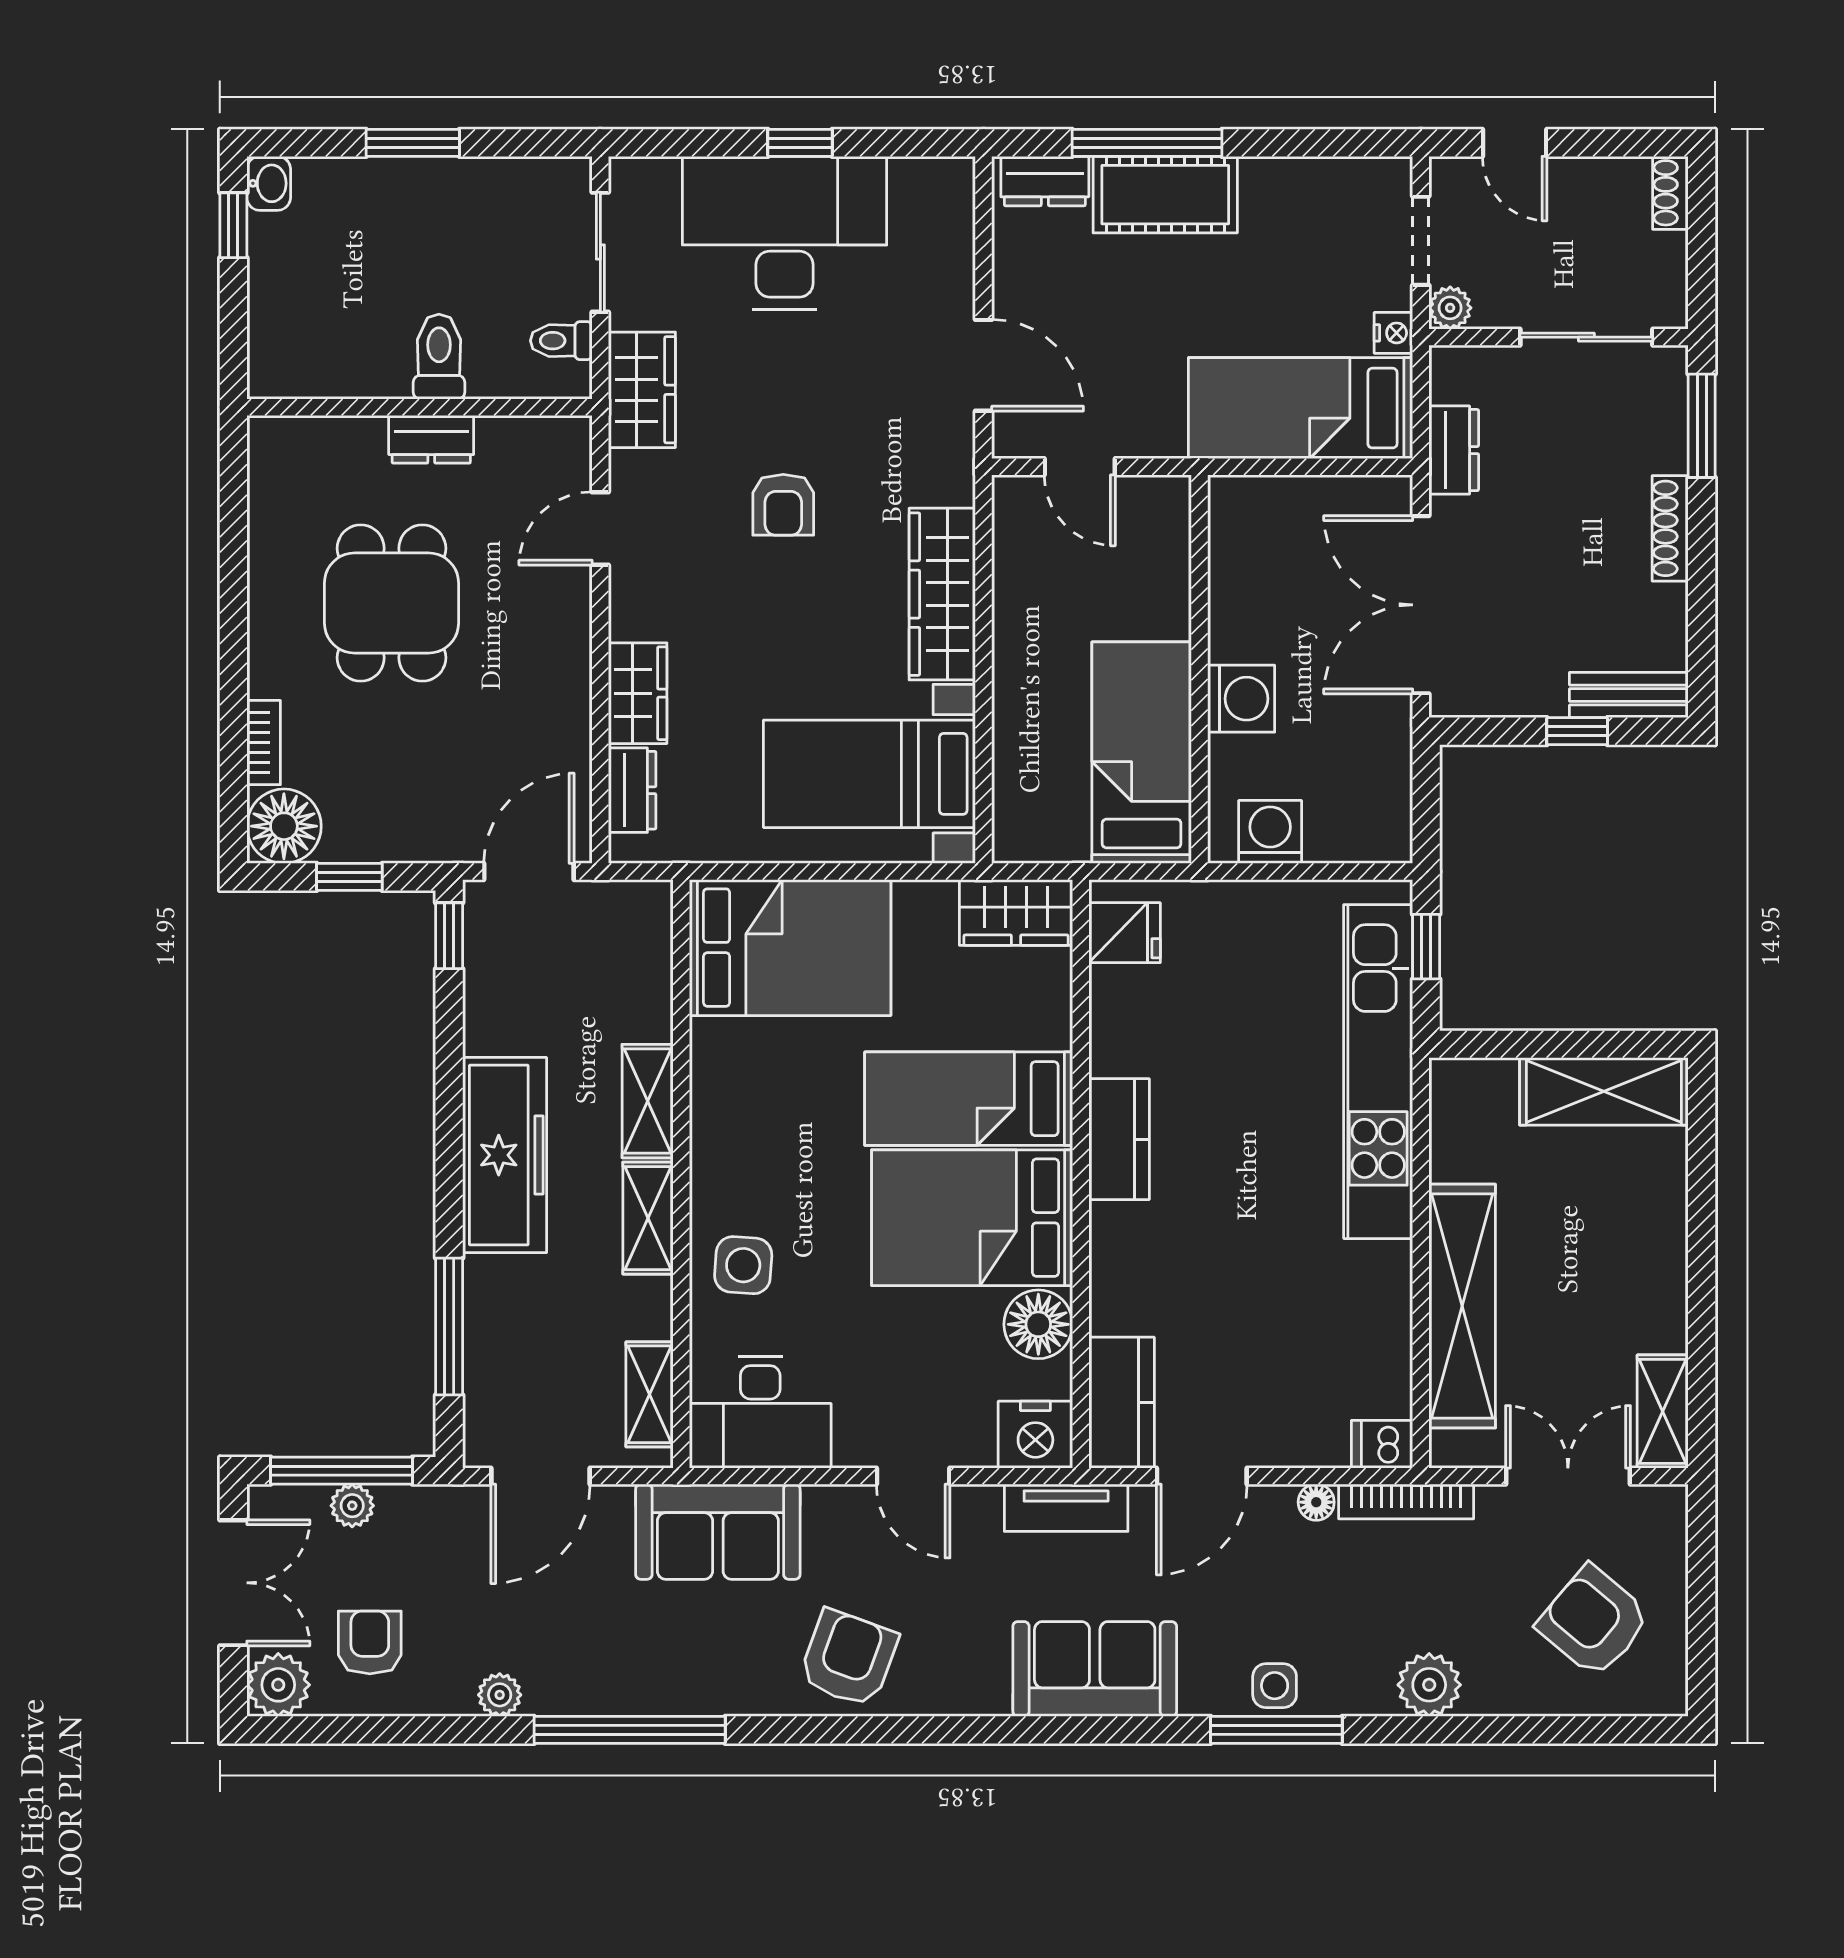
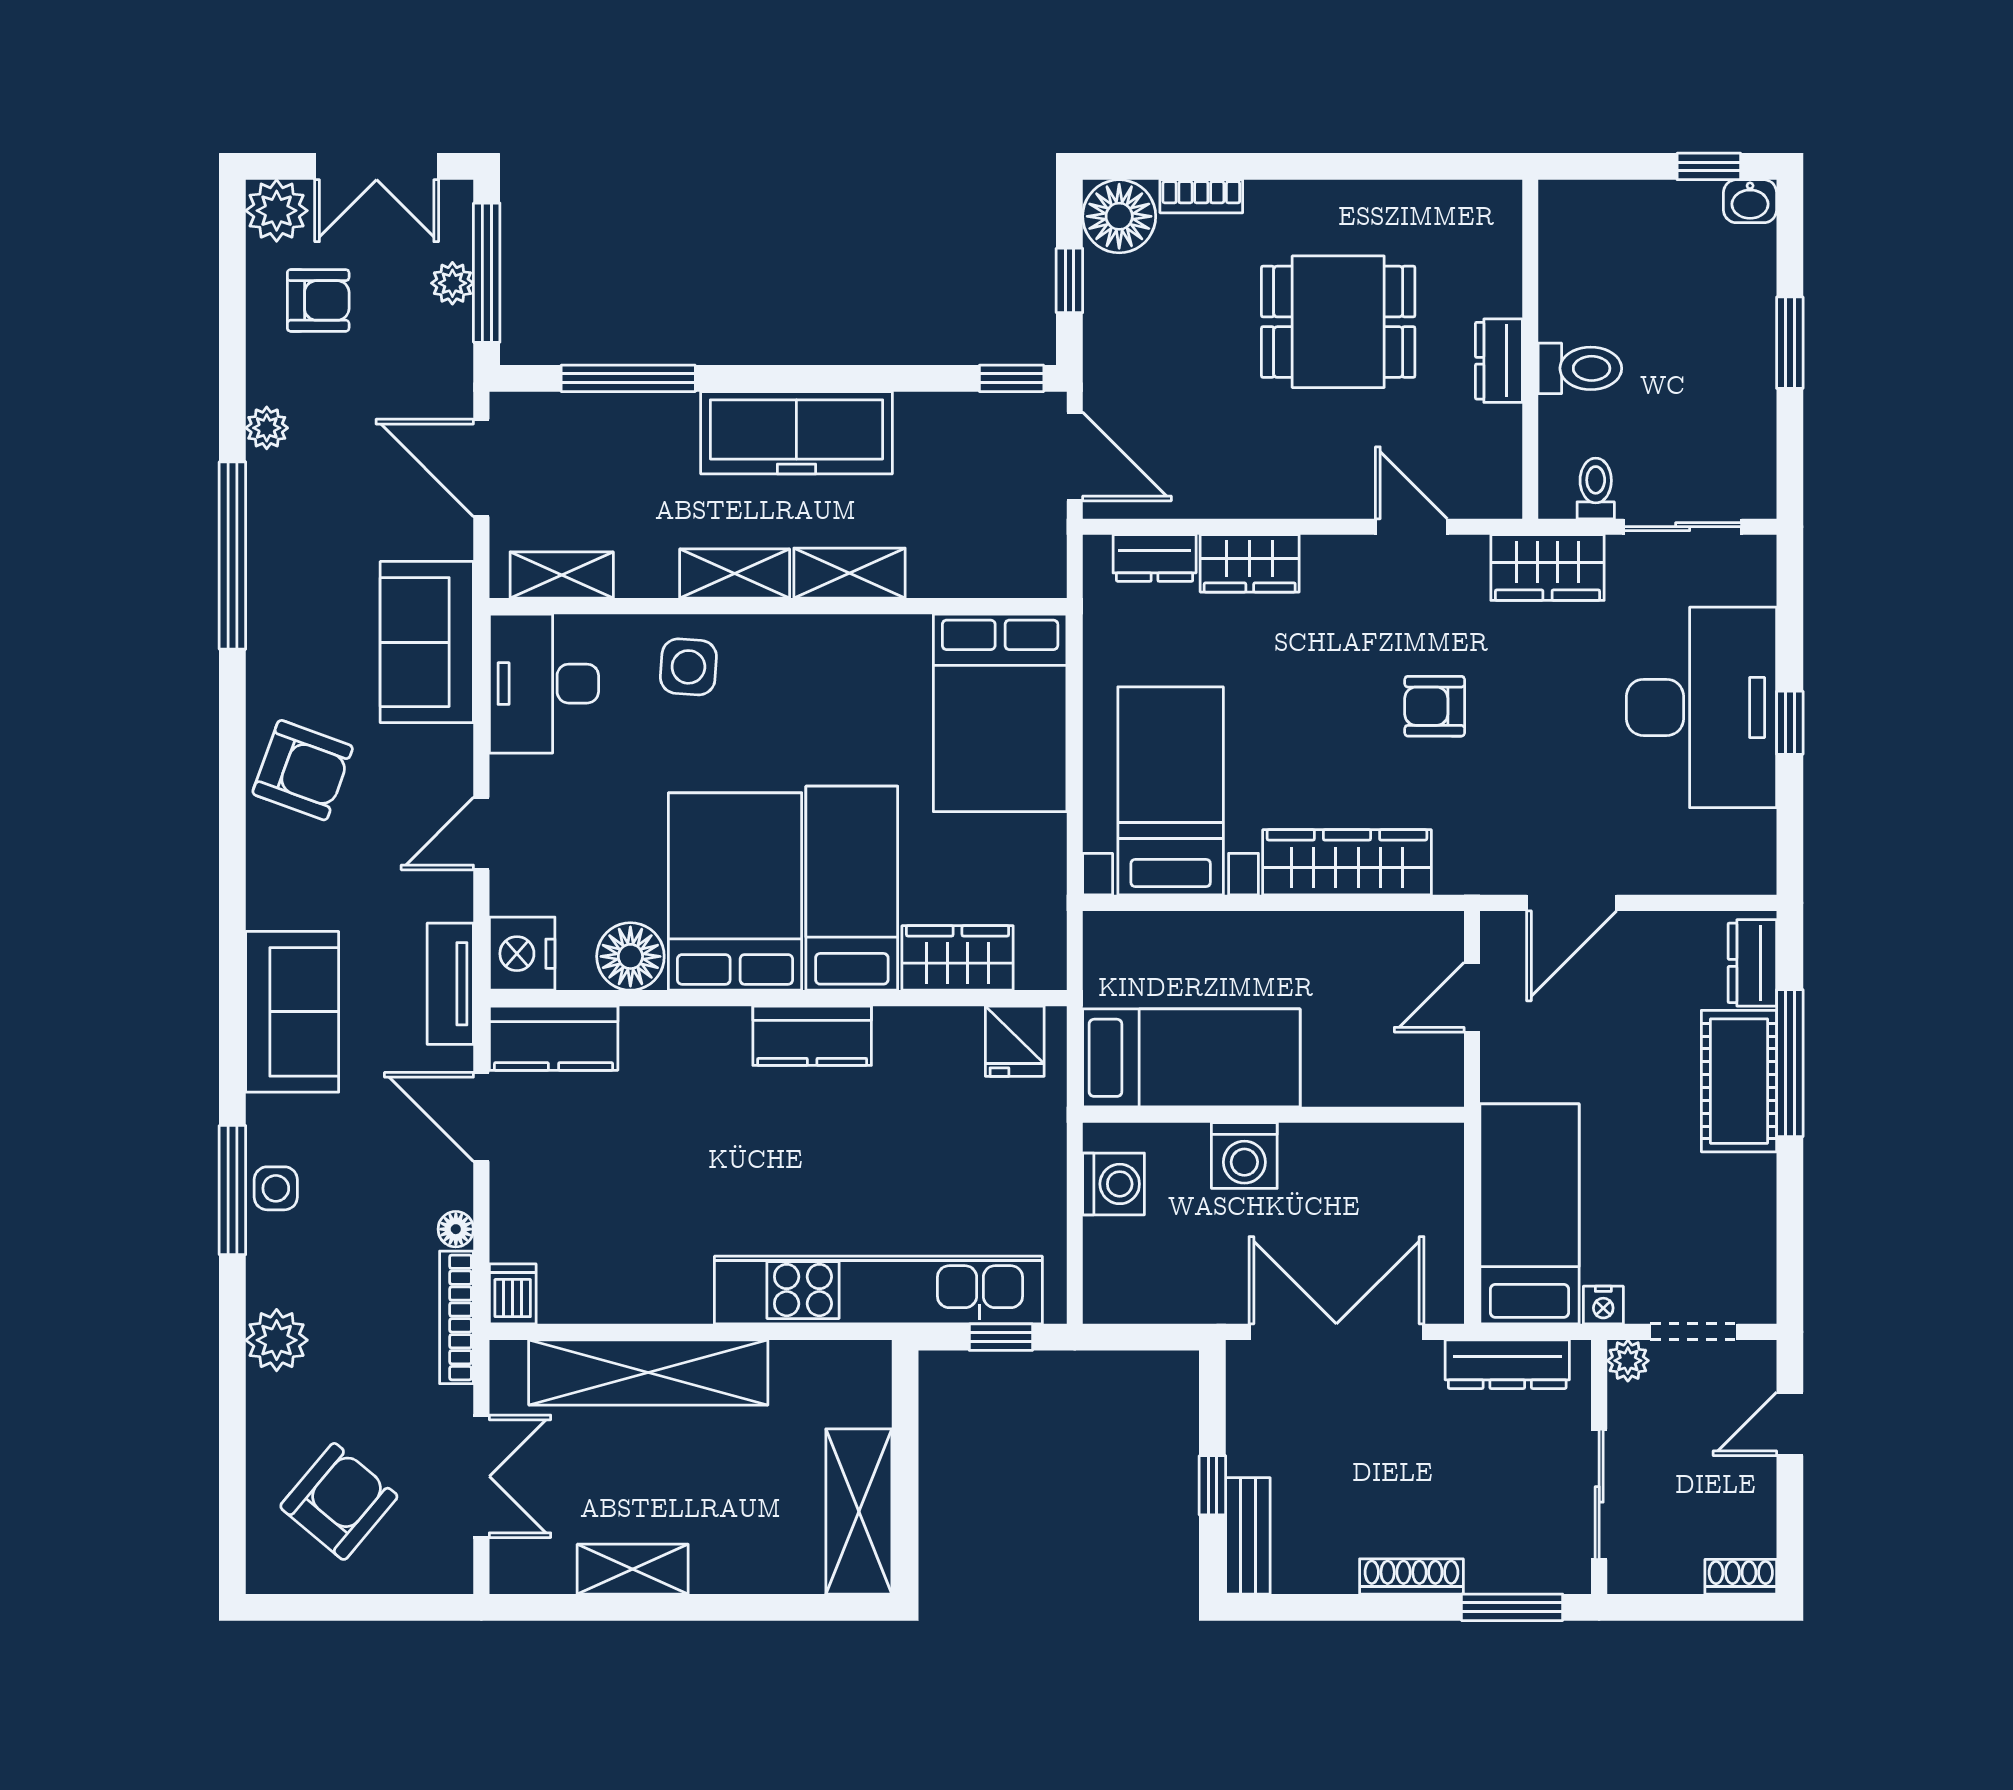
dresser: (1454, 450) -> (1507, 1364), width x1.44
wardrobe: (1016, 912) -> (958, 958), moved, turned 90
shelving: (1663, 1411) -> (633, 1569), moved

